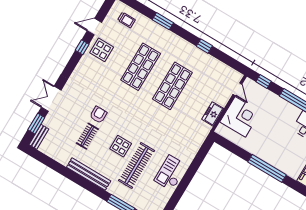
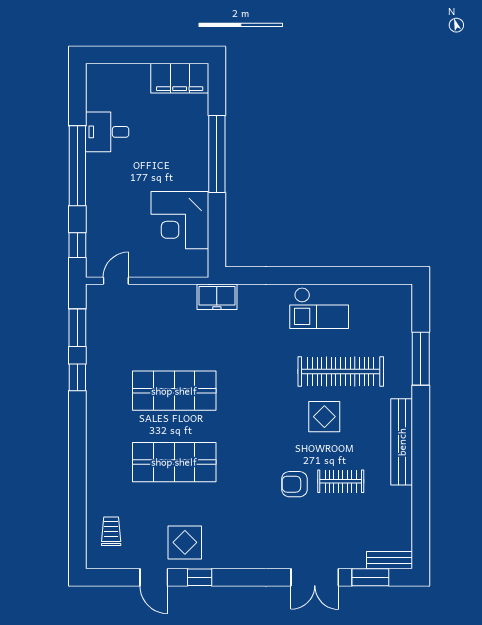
window: (163, 21) -> (77, 328), moved
freezer: (213, 114) -> (217, 297), moved
corner desk: (240, 117) -> (180, 220), moved, turned -90

